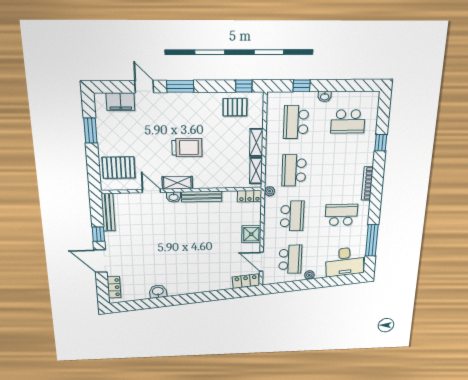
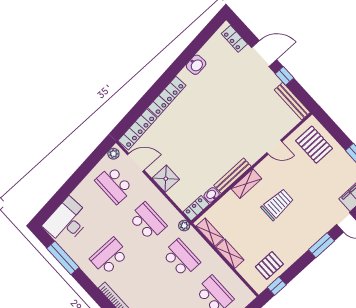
trolley: (187, 148) -> (277, 204), turned 180
pallet: (119, 168) -> (314, 145), turned 90
shelving: (177, 183) -> (246, 184), moved
washbasin: (174, 197) -> (212, 195), moved
school desk: (341, 215) -> (109, 256), turned 180
school desk: (292, 216) -> (148, 221), turned 180
plant: (309, 275) -> (113, 154), moved
locker: (246, 281) -> (138, 129), width x1.53
locker: (198, 287) -> (167, 97), added

